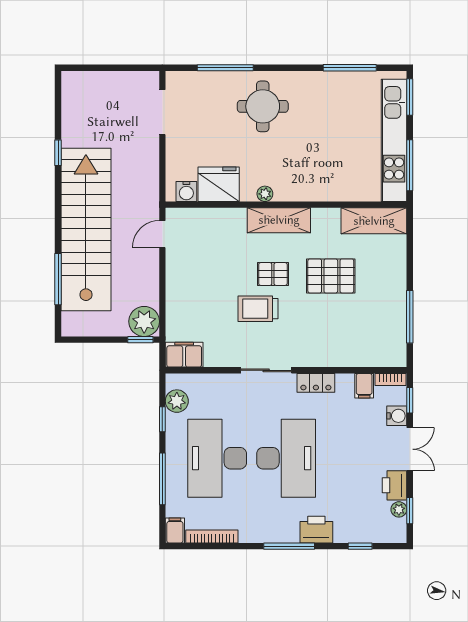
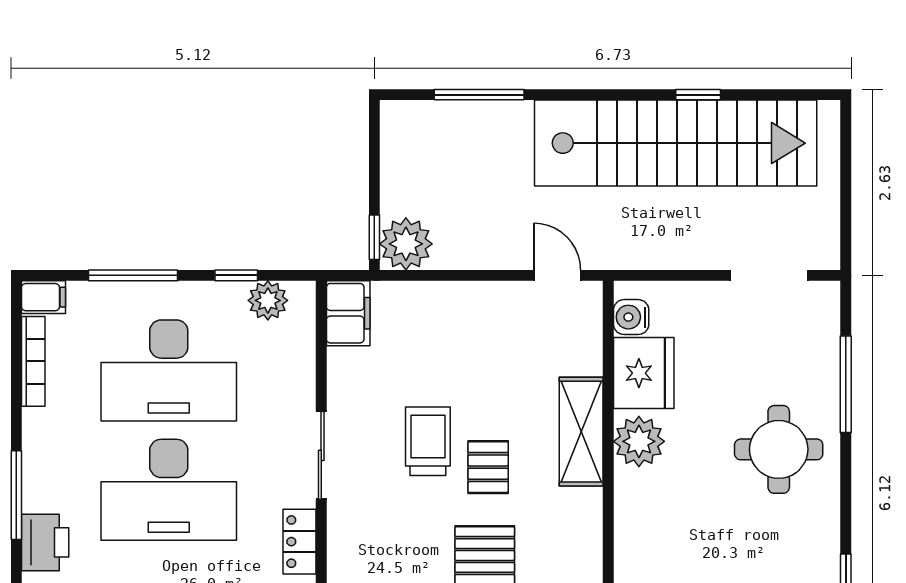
plant: (265, 194) -> (639, 441), width x1.87, depth x1.87
shelving: (279, 220) -> (581, 432), moved
stairs: (86, 230) -> (676, 143), moved
desk: (217, 458) -> (169, 370), turned 180

